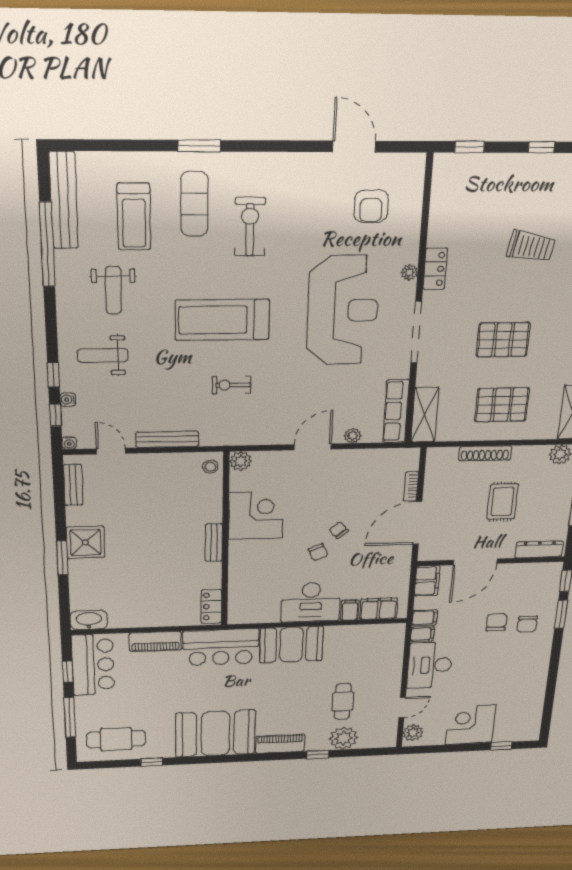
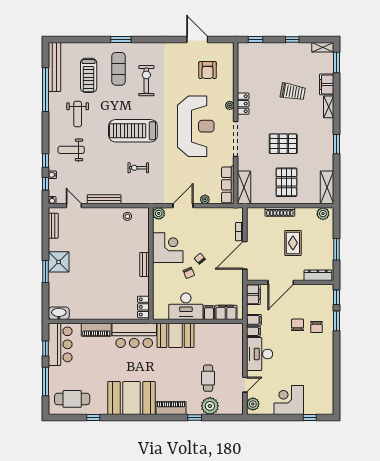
pallet: (502, 405) -> (286, 182), turned 90
plant: (241, 461) -> (159, 213), moved
corner desk: (256, 515) -> (168, 248), moved
wall: (225, 541) -> (151, 263), moved
bench: (214, 543) -> (145, 264), moved
locker: (211, 606) -> (143, 307), moved

